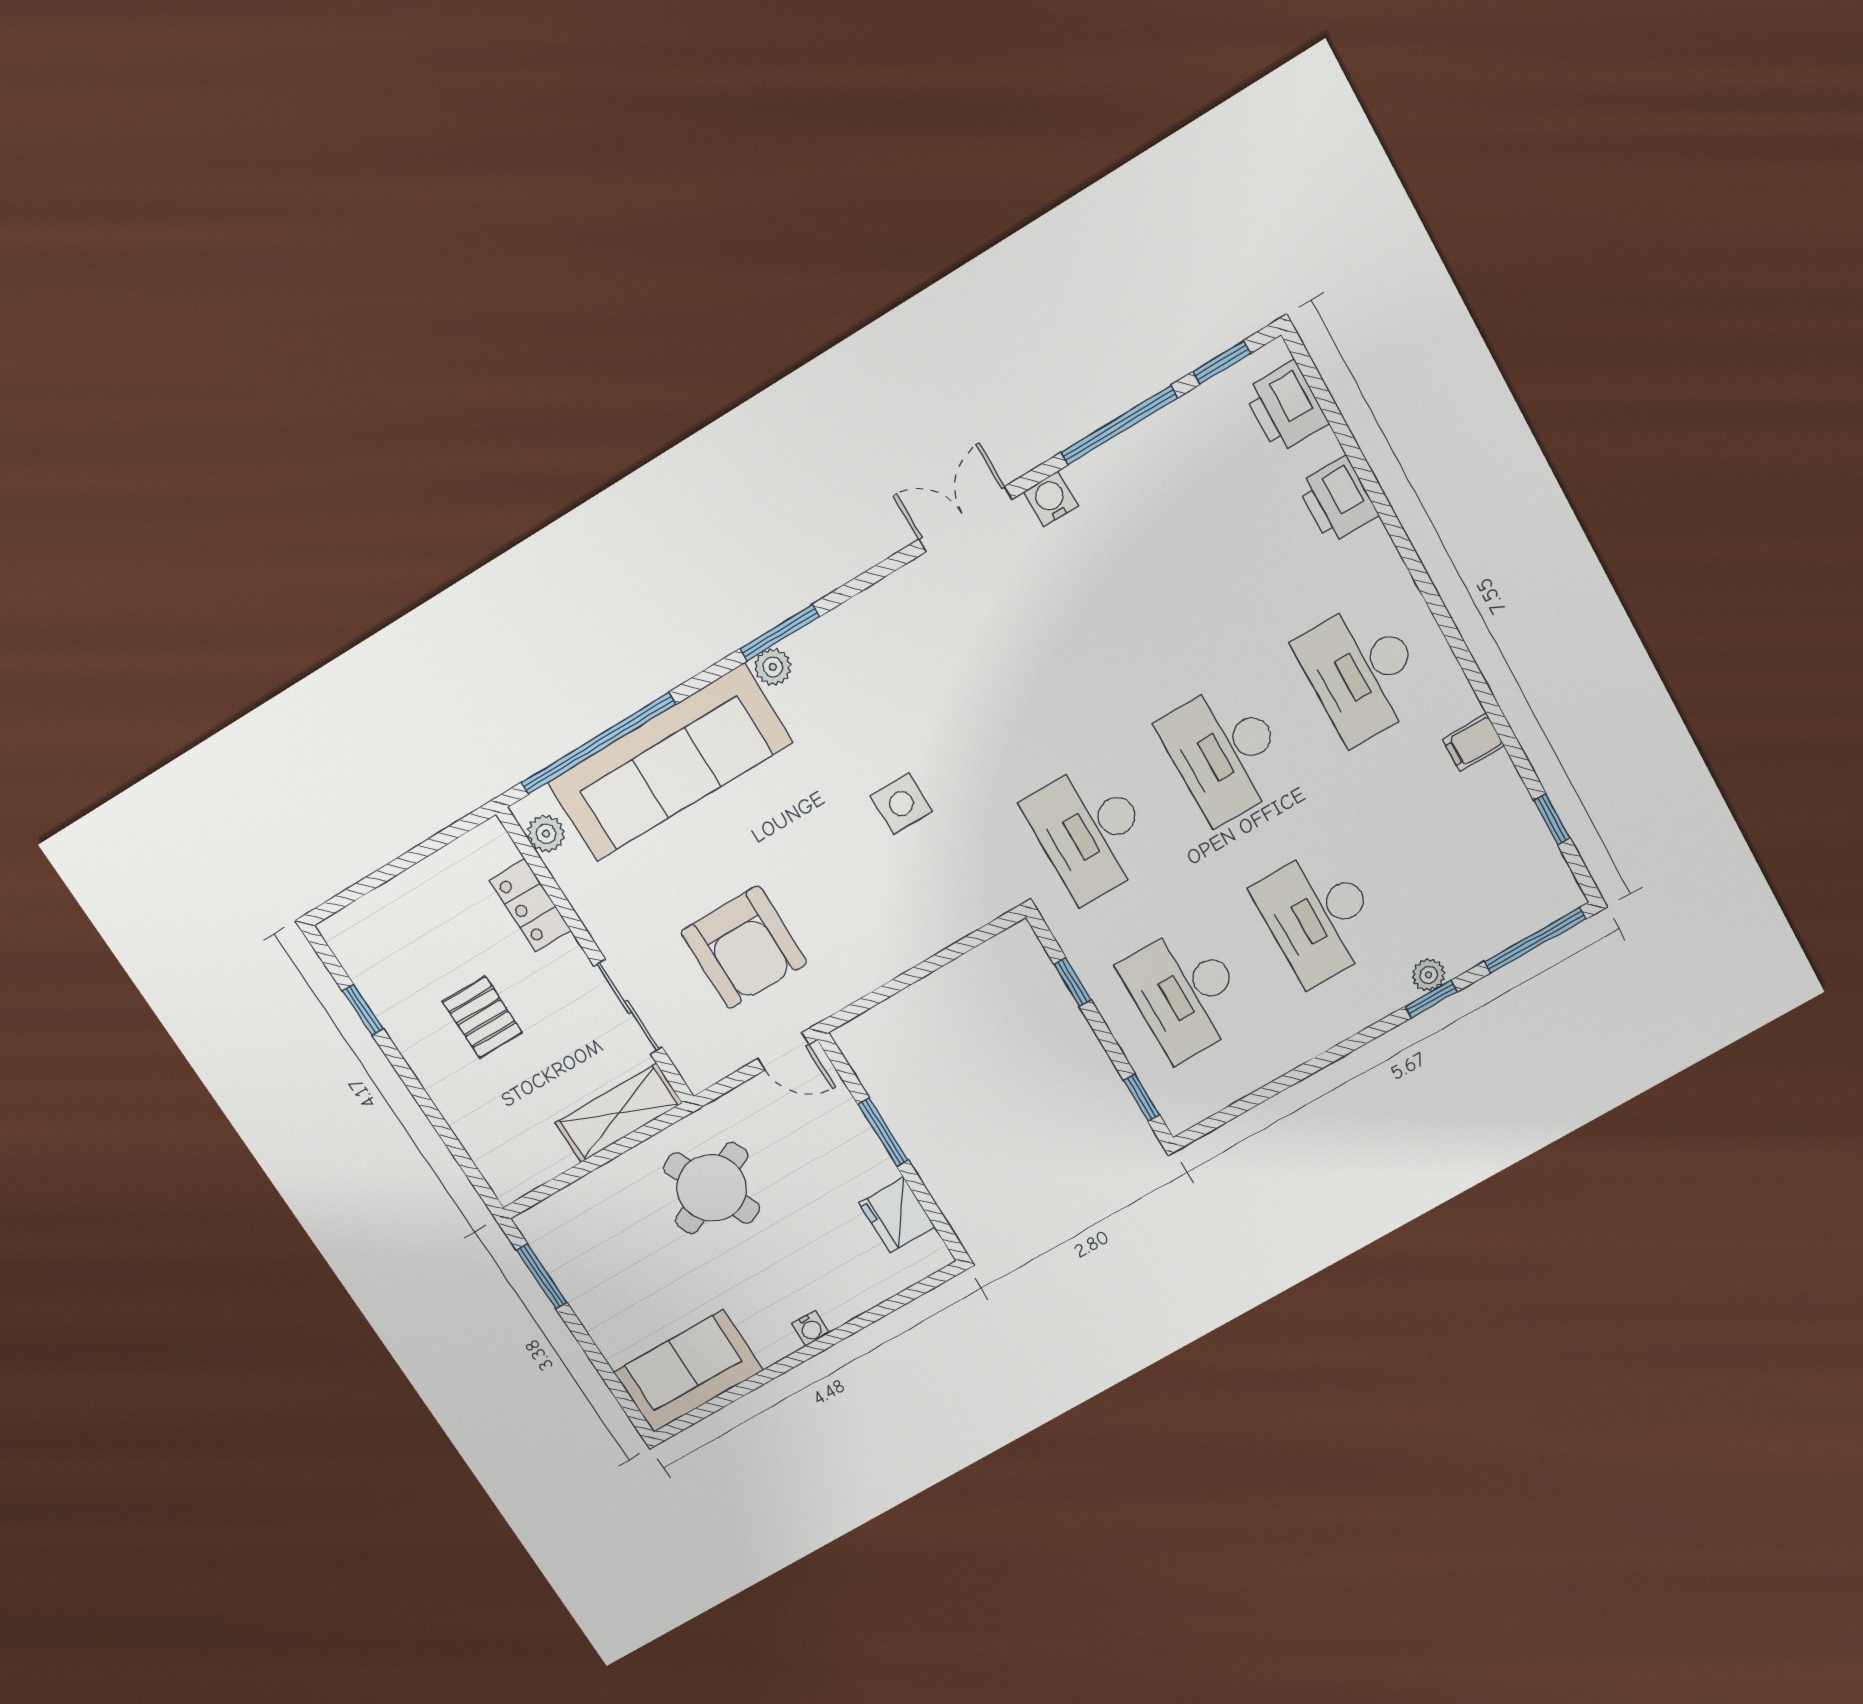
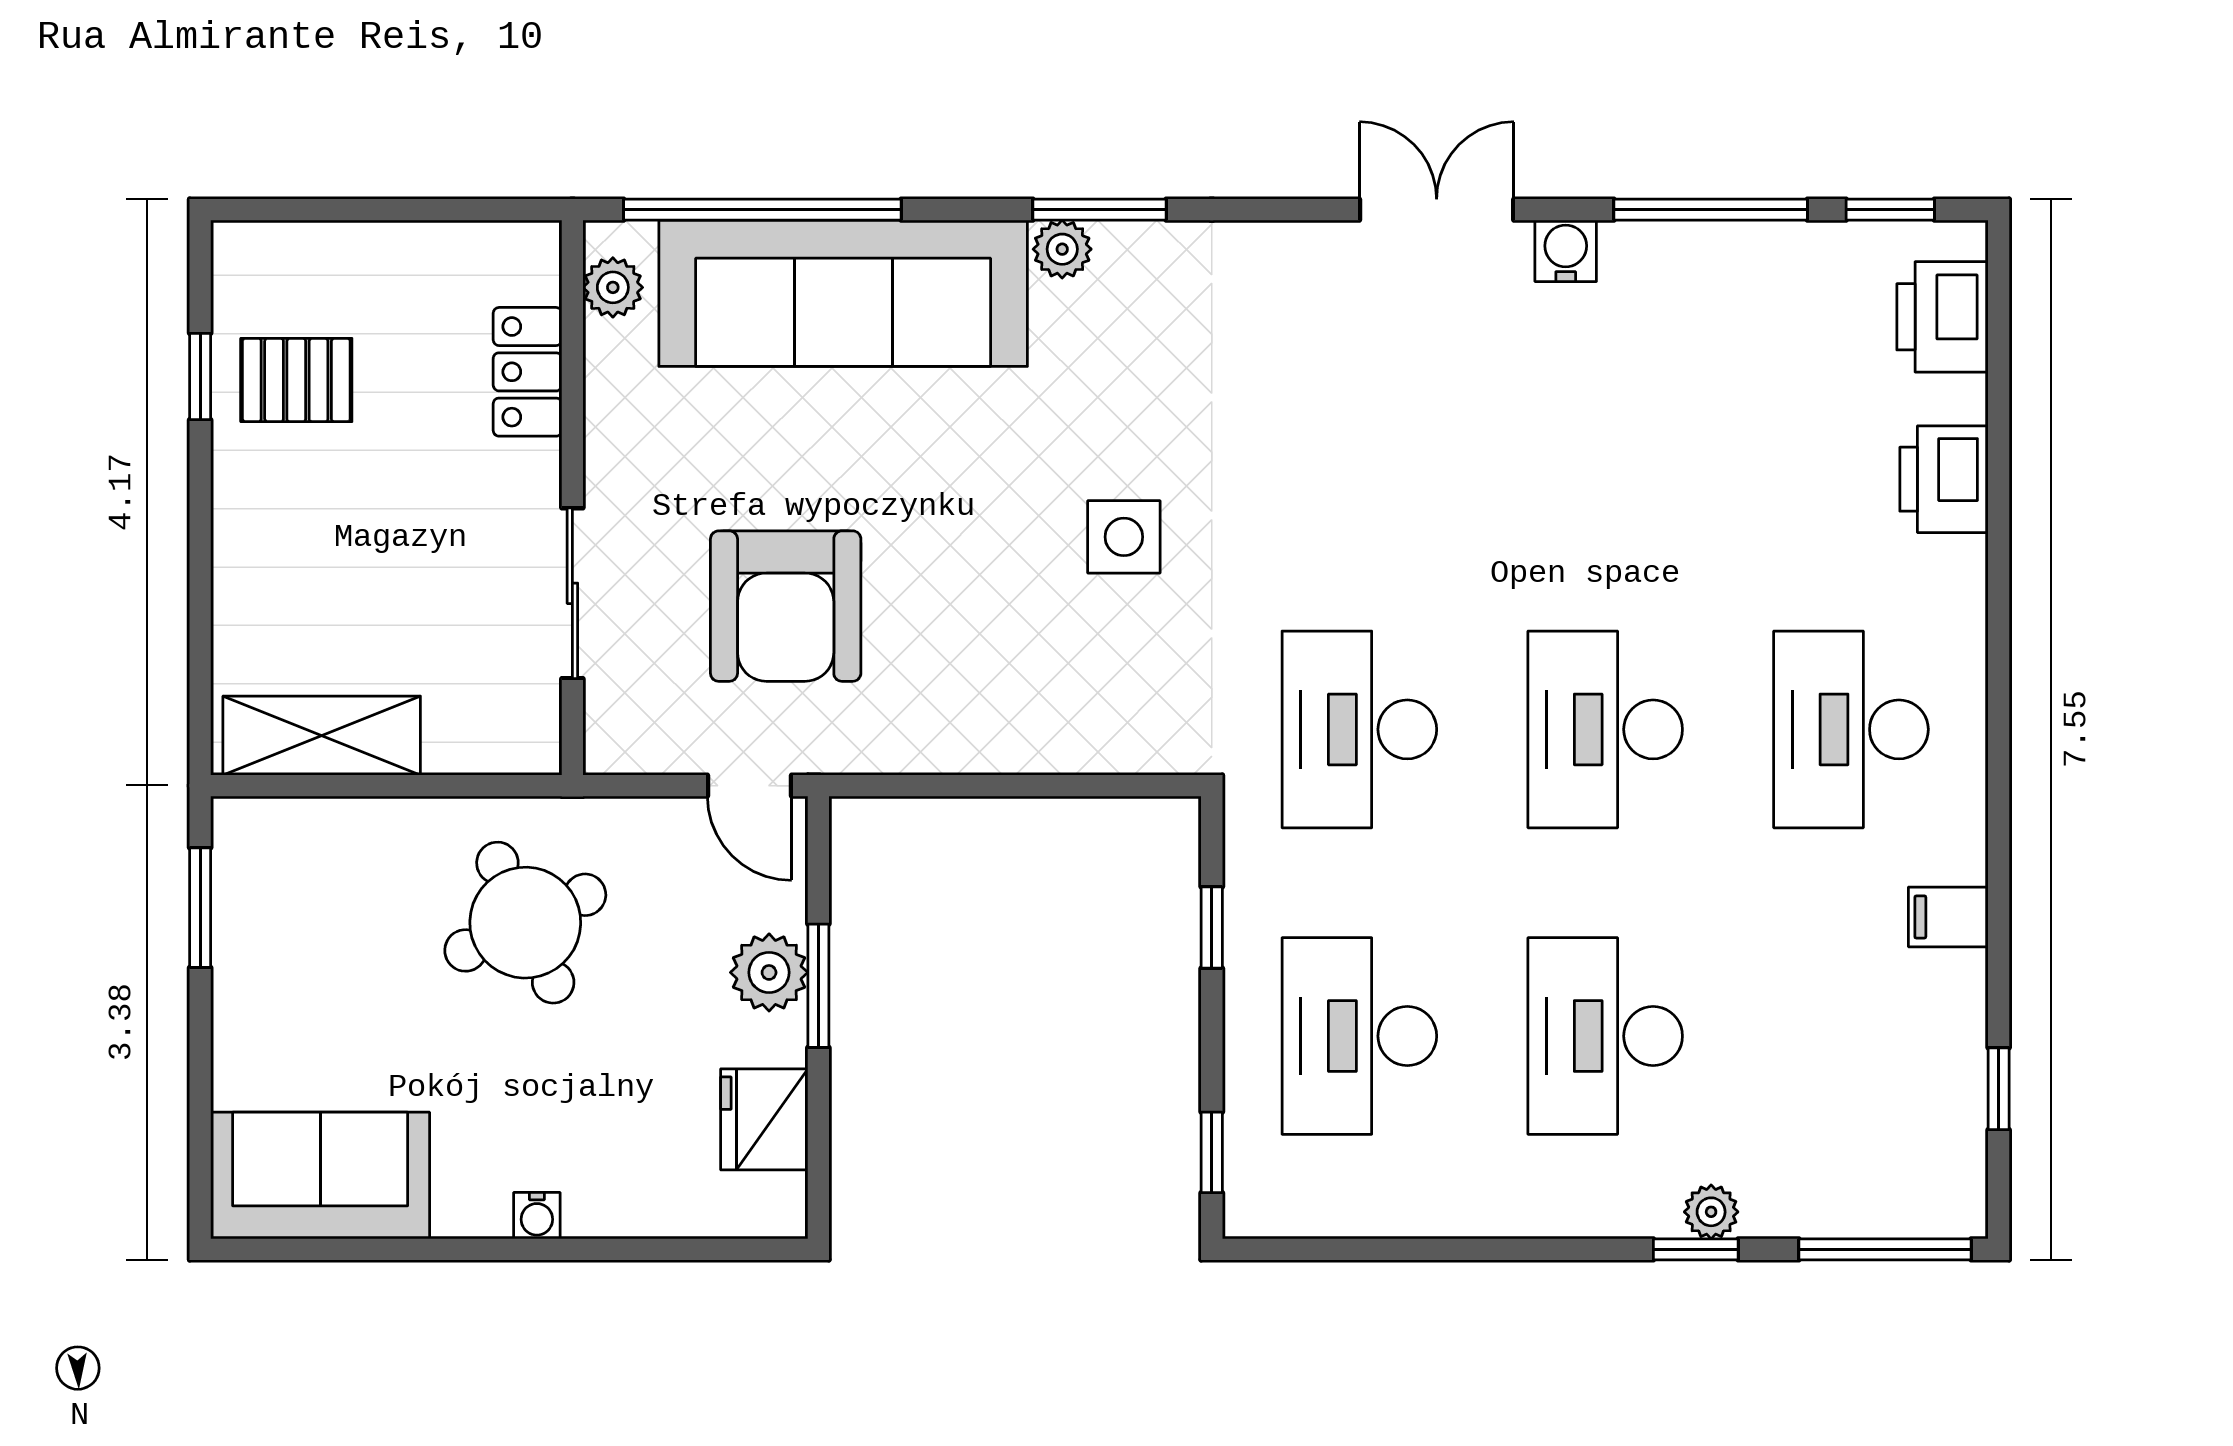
pallet: (482, 1017) -> (296, 380), moved, turned 90
shelving: (619, 1113) -> (322, 736), moved
plant: (853, 1140) -> (769, 972), added

